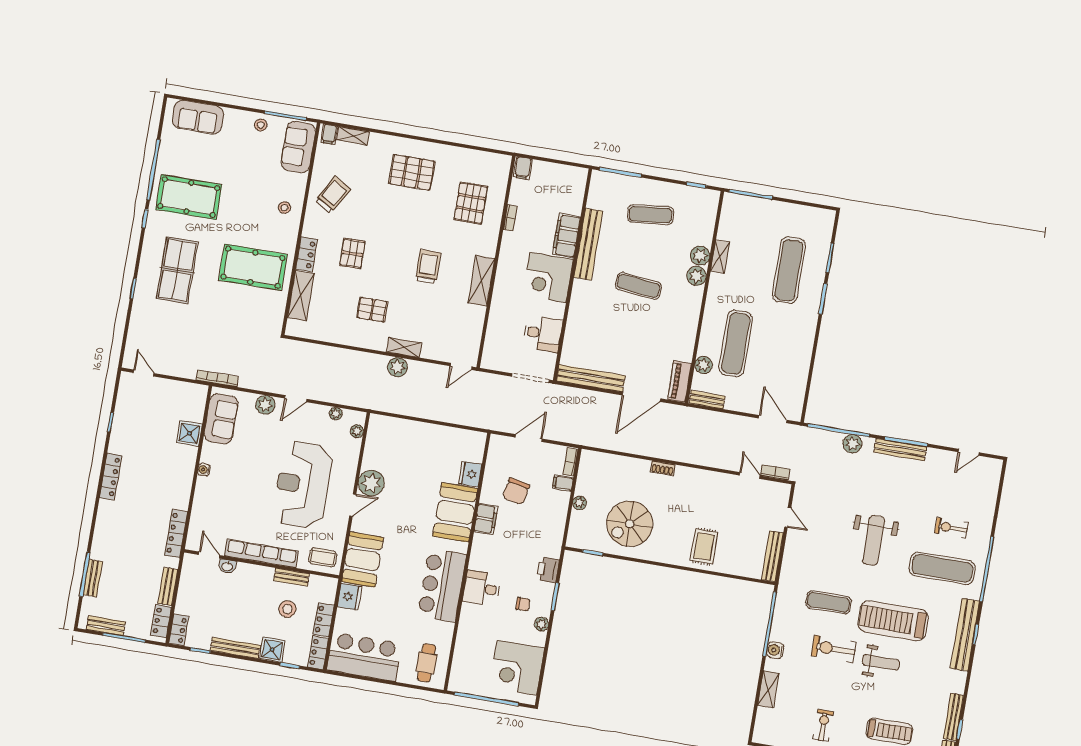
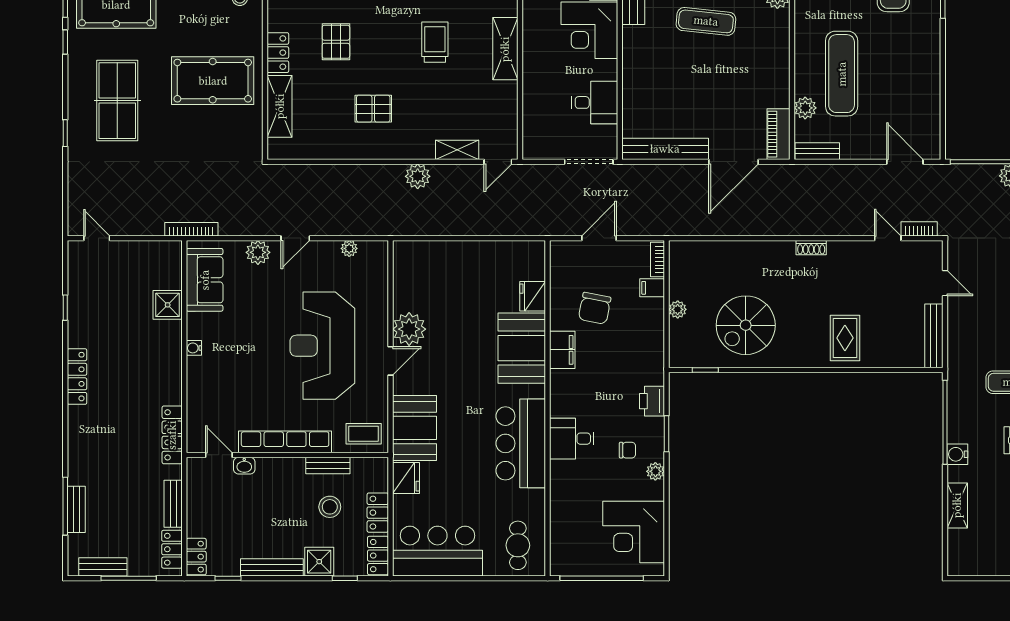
shelving: (404, 347) -> (457, 150), moved
plant: (357, 431) -> (380, 266), removed
shoe rack: (663, 468) -> (811, 248), moved

